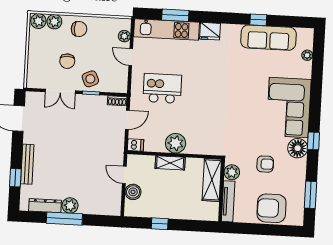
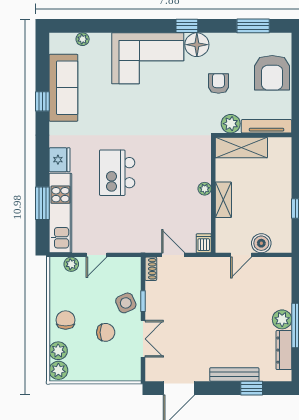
kitchen island: (162, 88) -> (117, 173), moved
plant: (176, 143) -> (205, 189), width x0.53, depth x0.53

